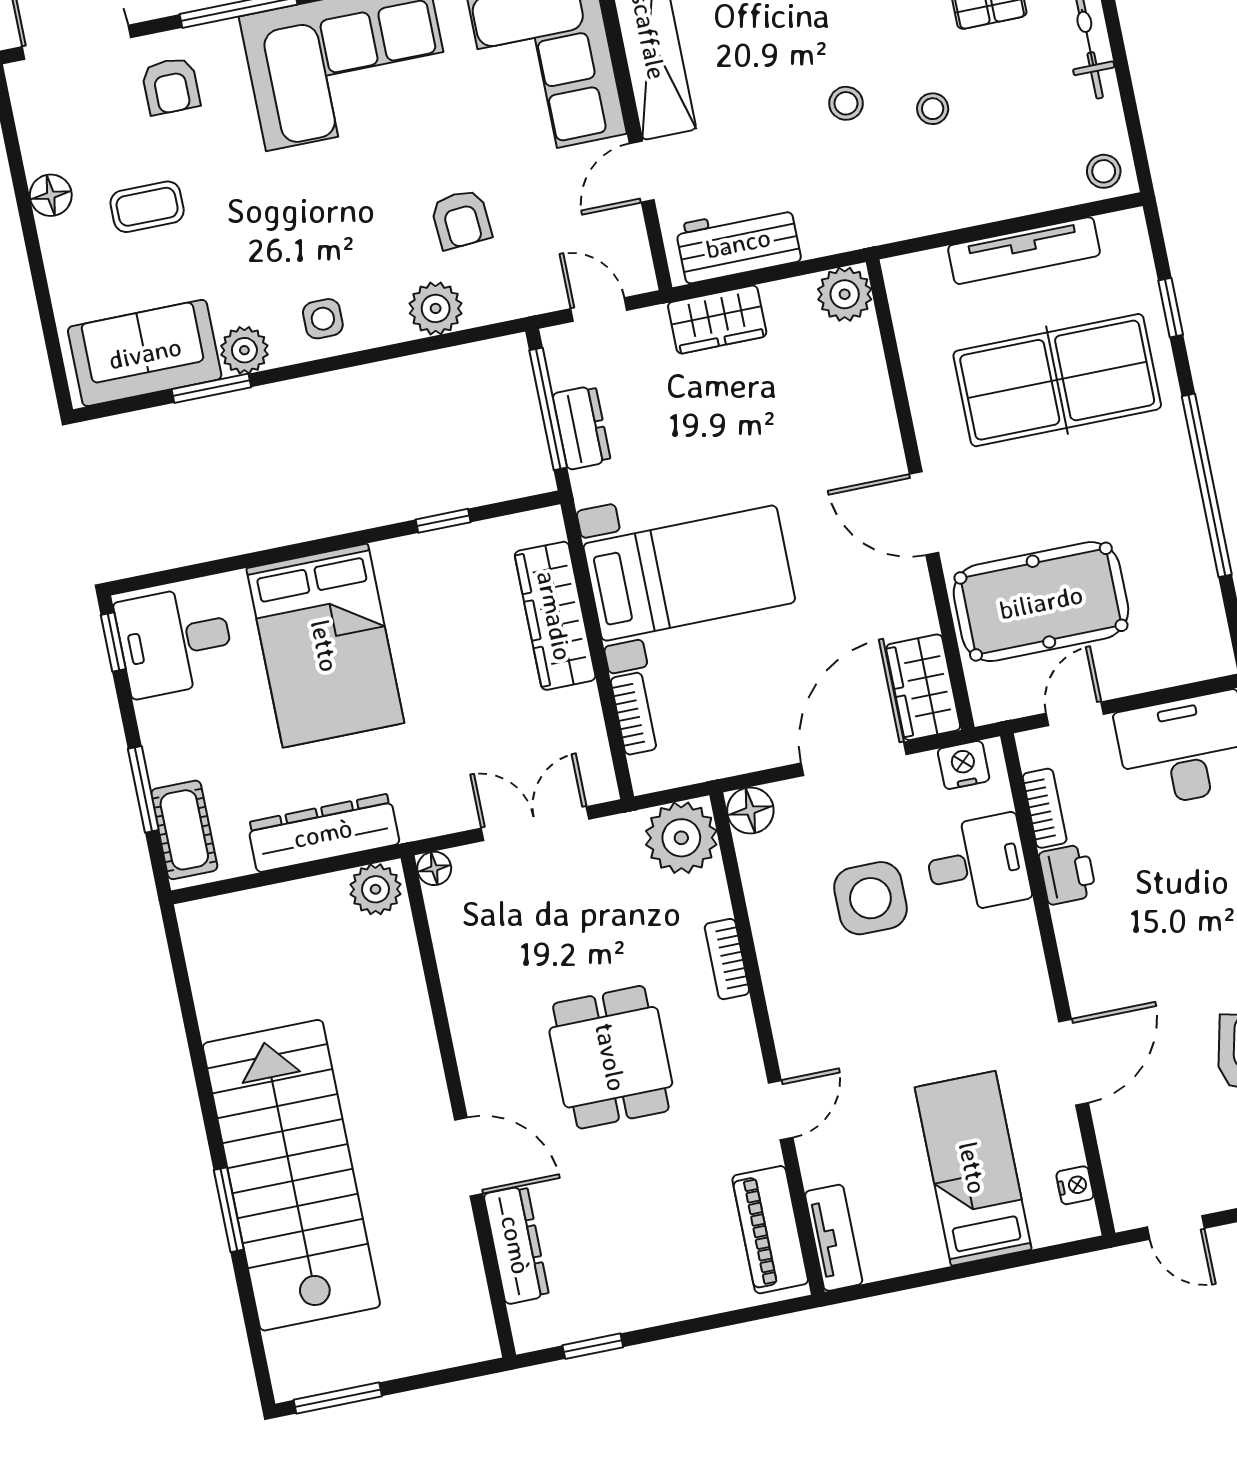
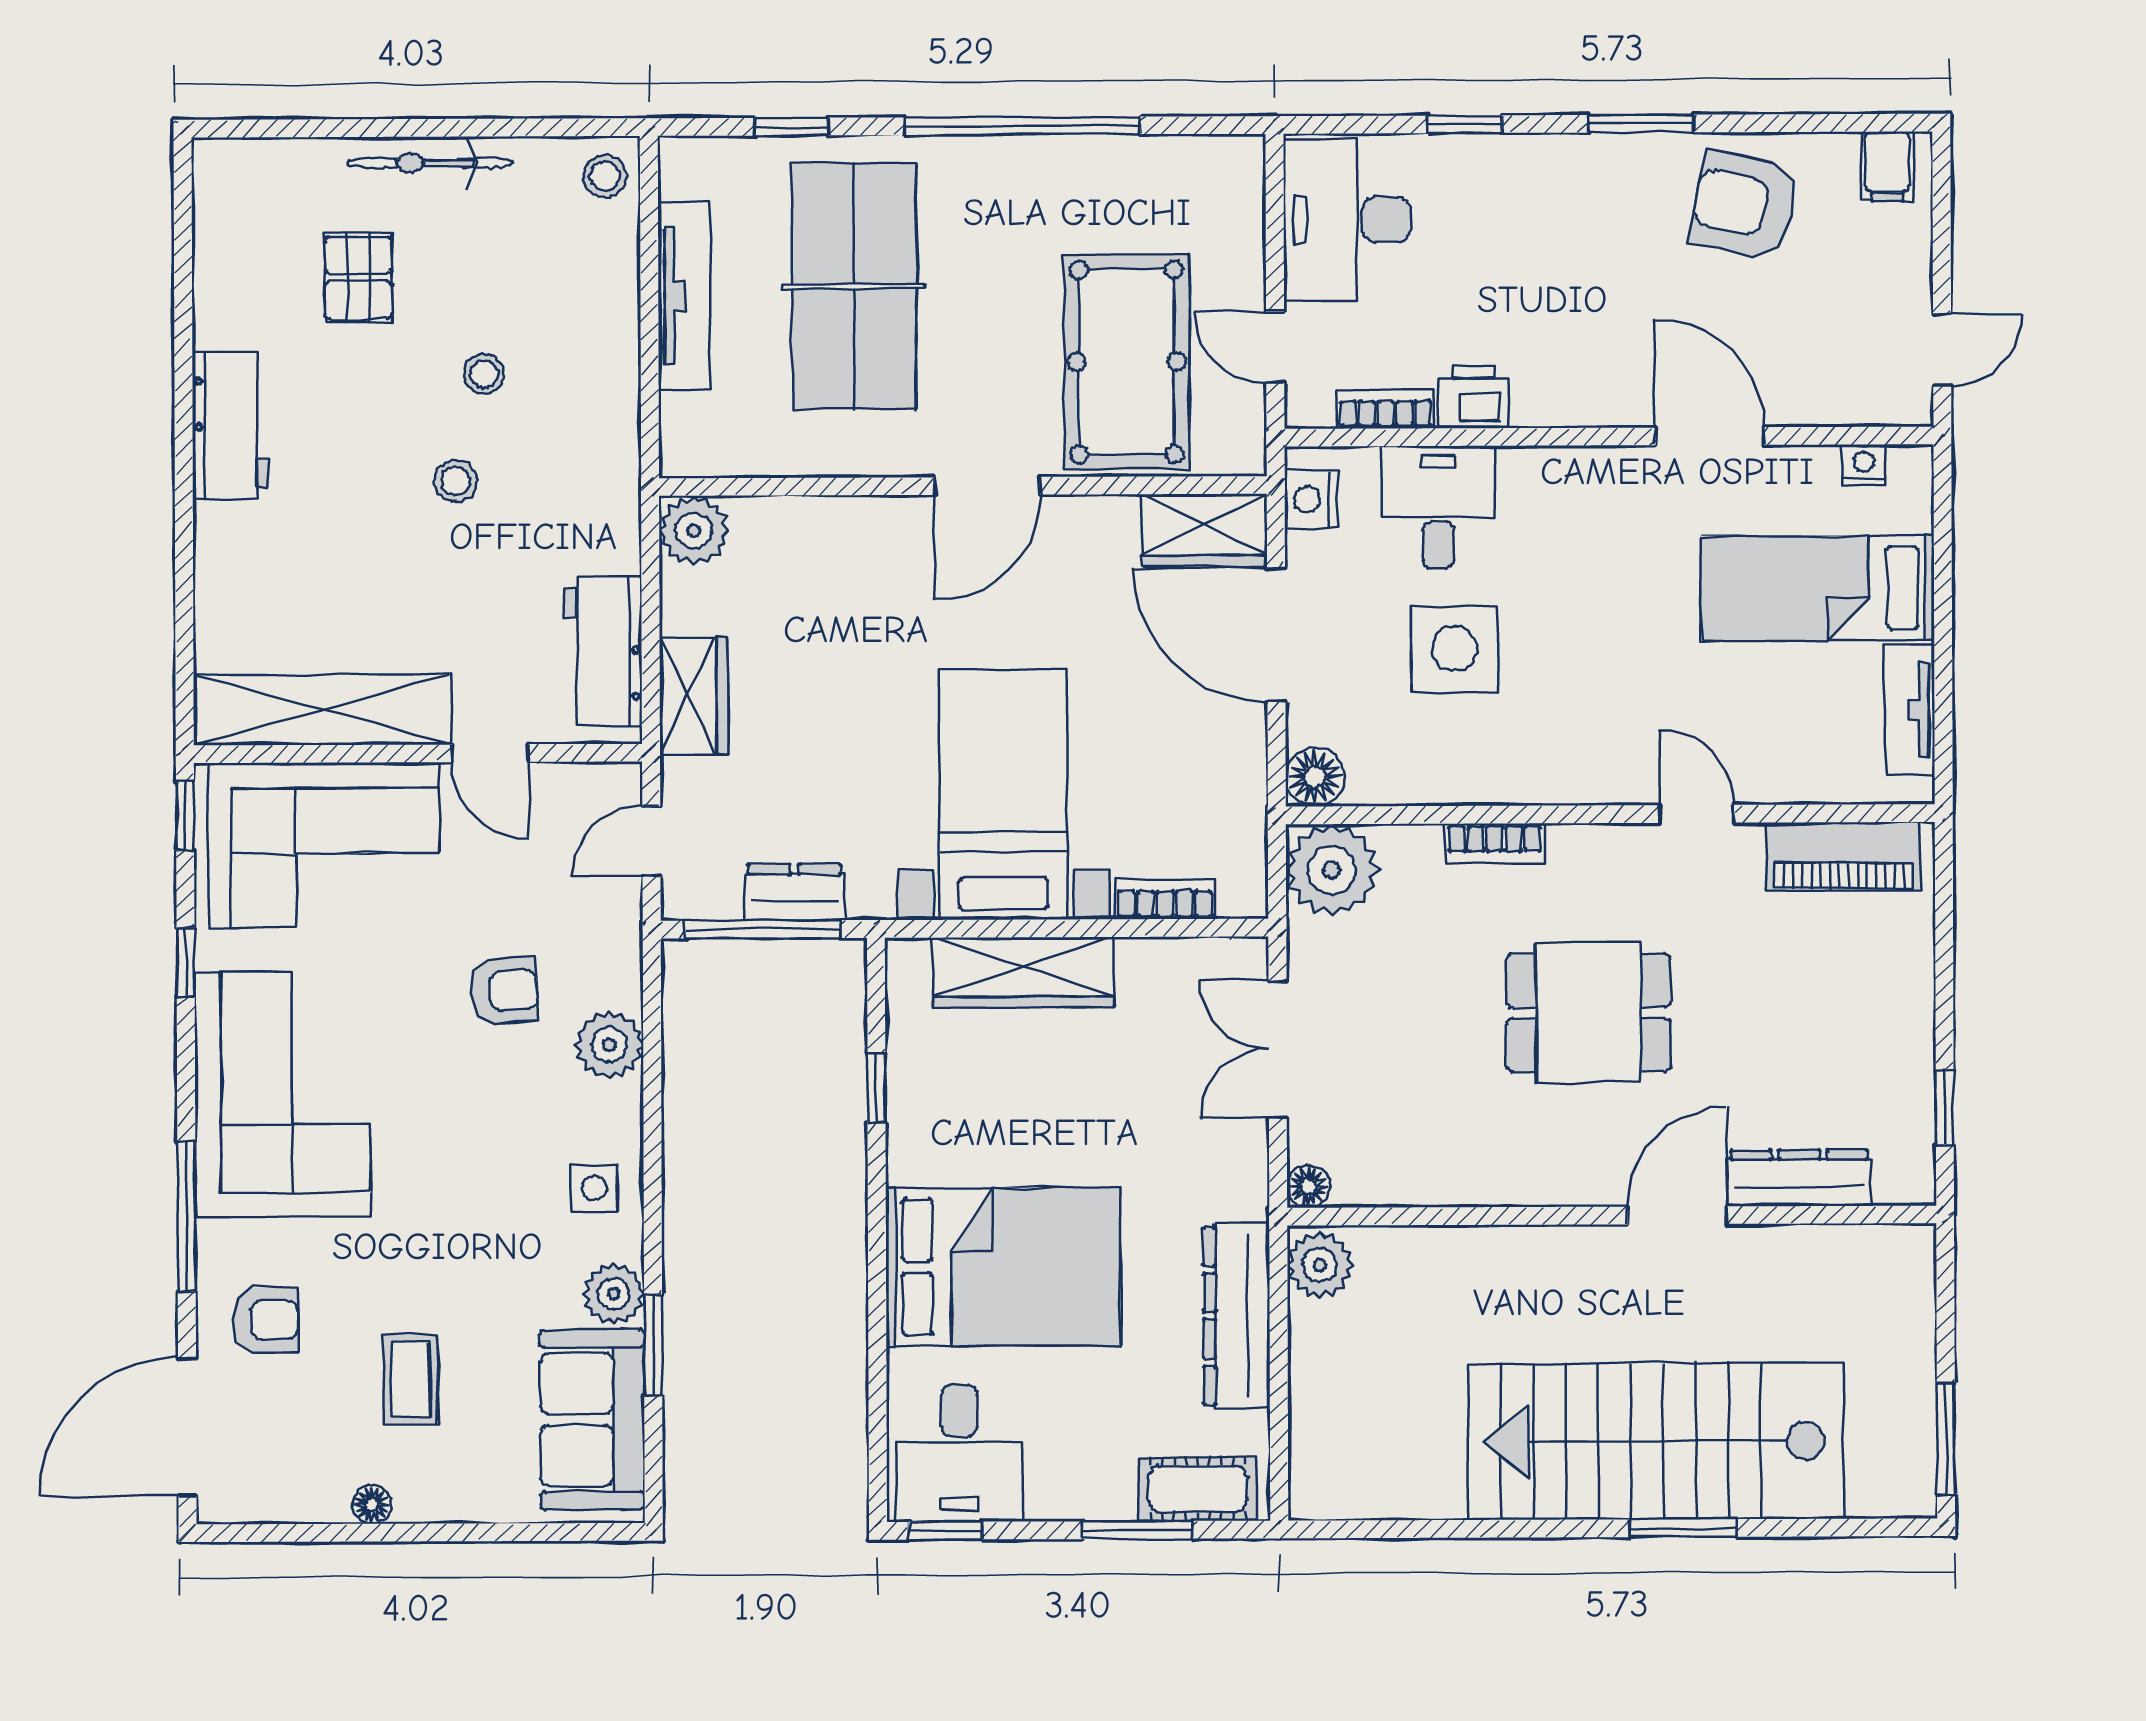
floor lamp: (51, 195) -> (372, 1504), width x0.73, depth x0.73
tv unit: (834, 1238) -> (1910, 710), moved, turned -90

